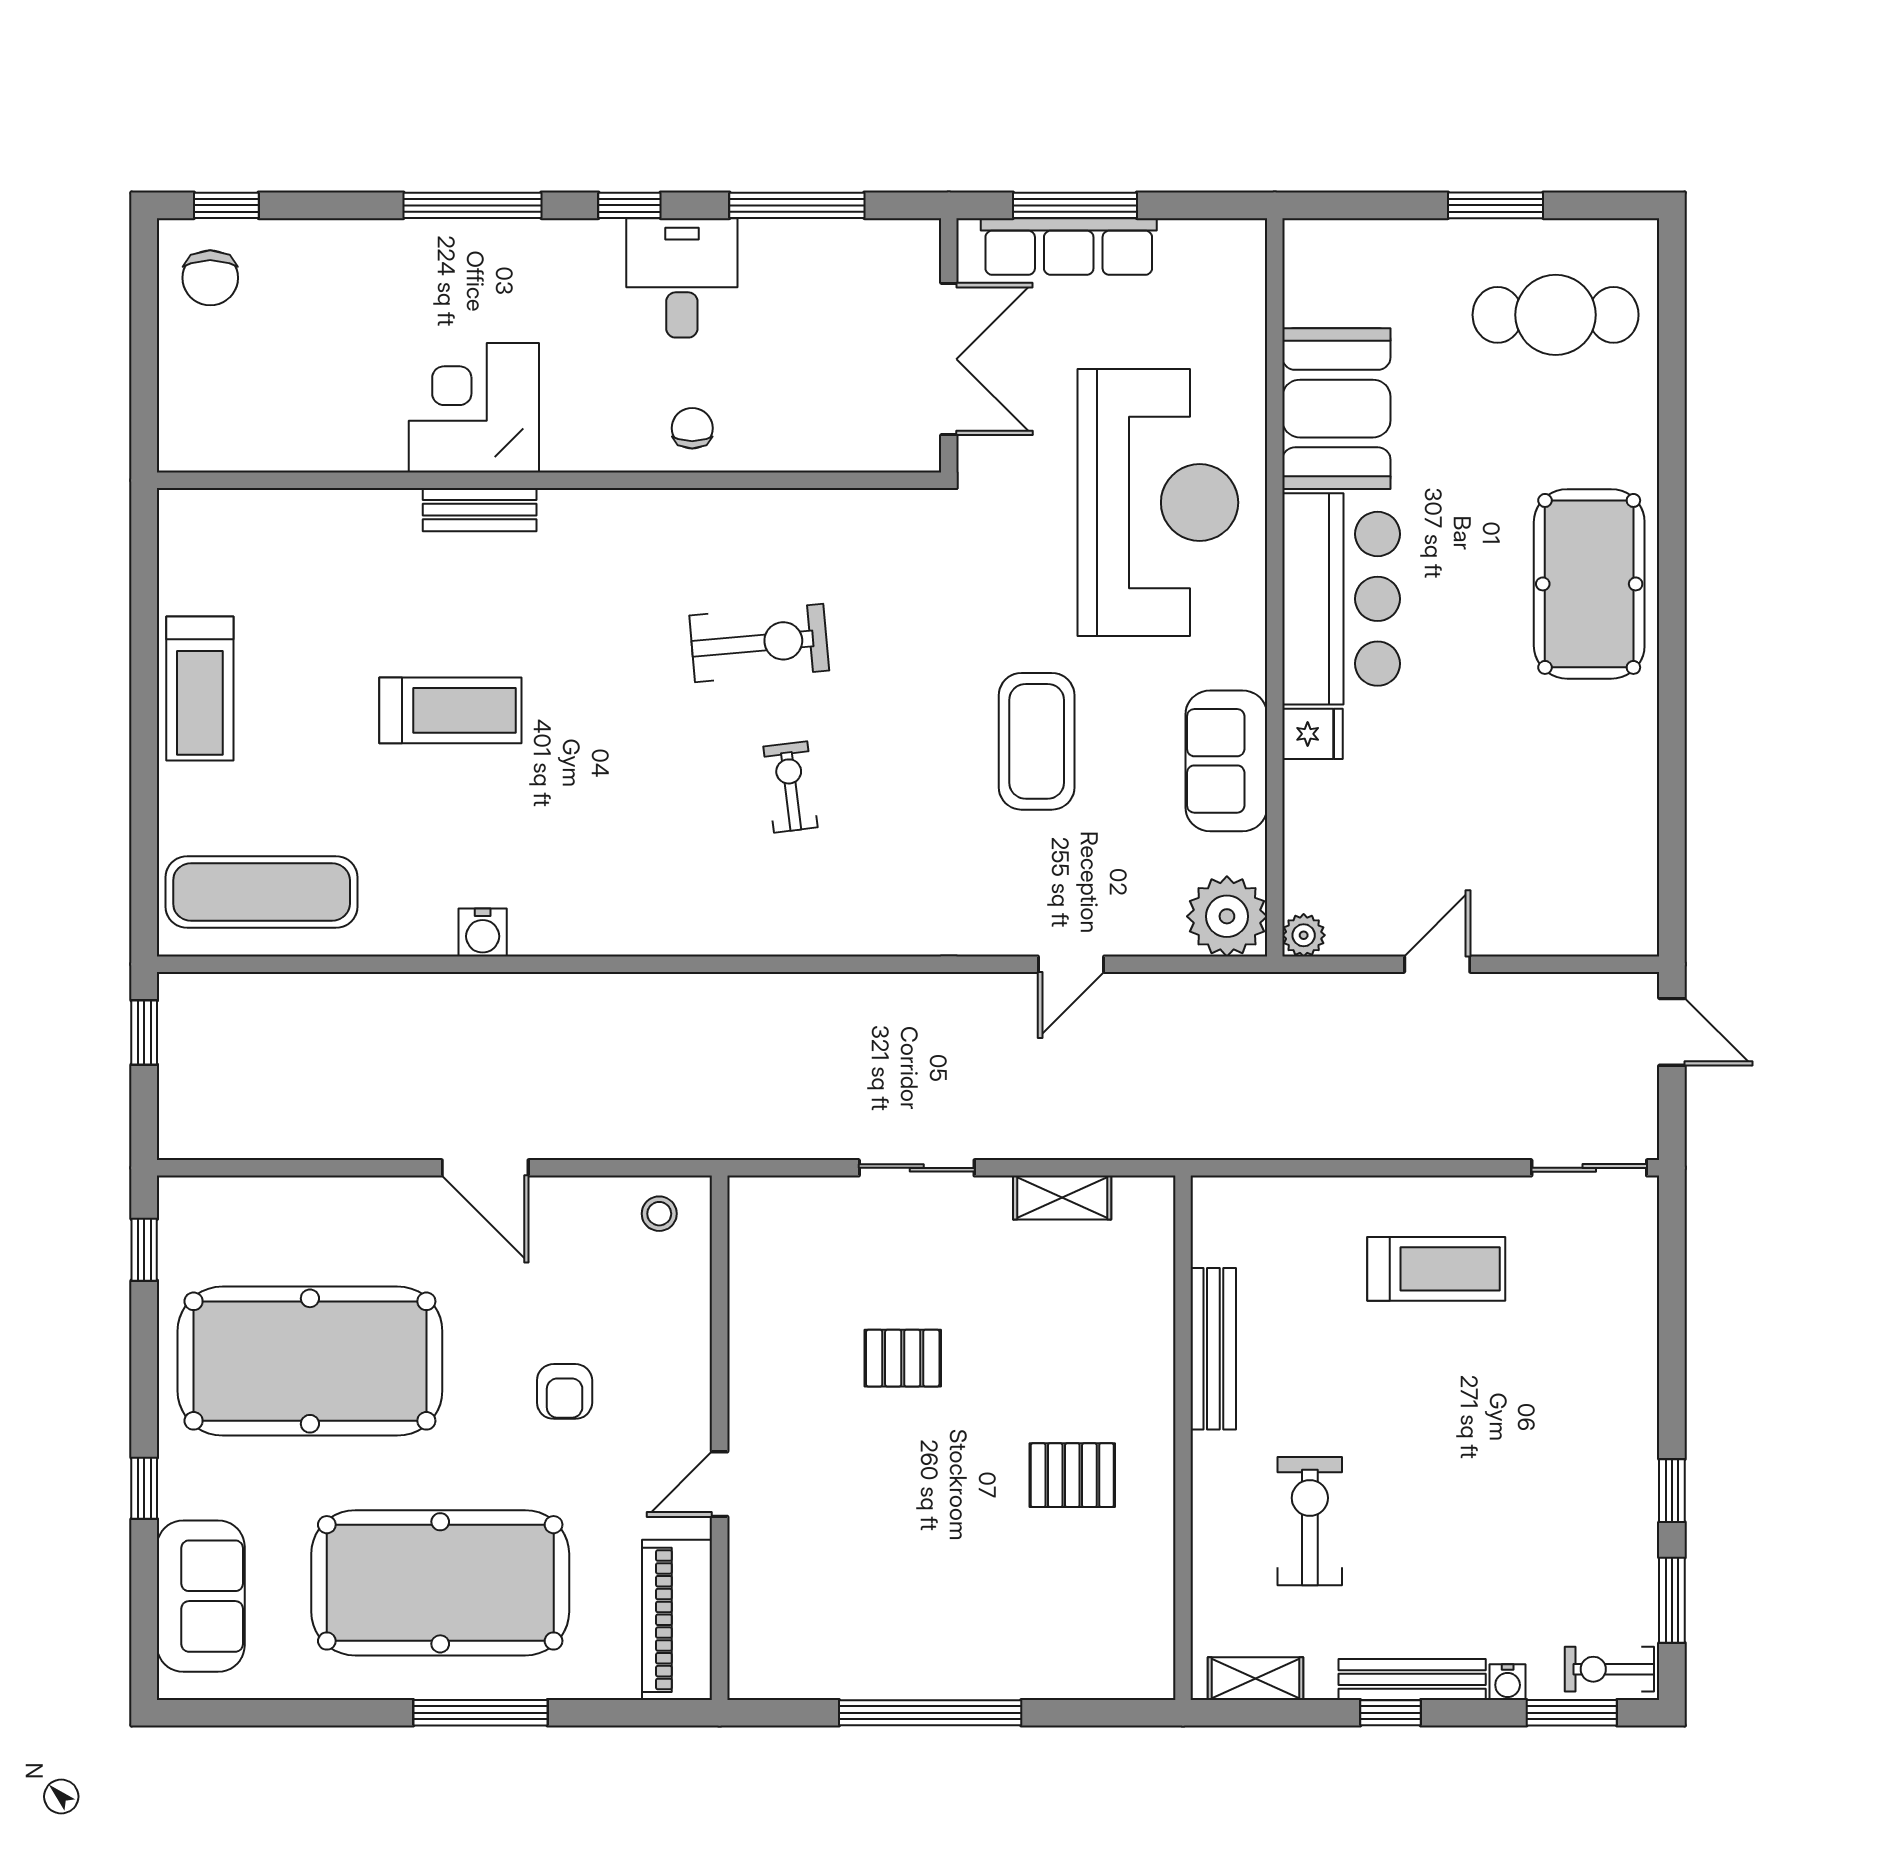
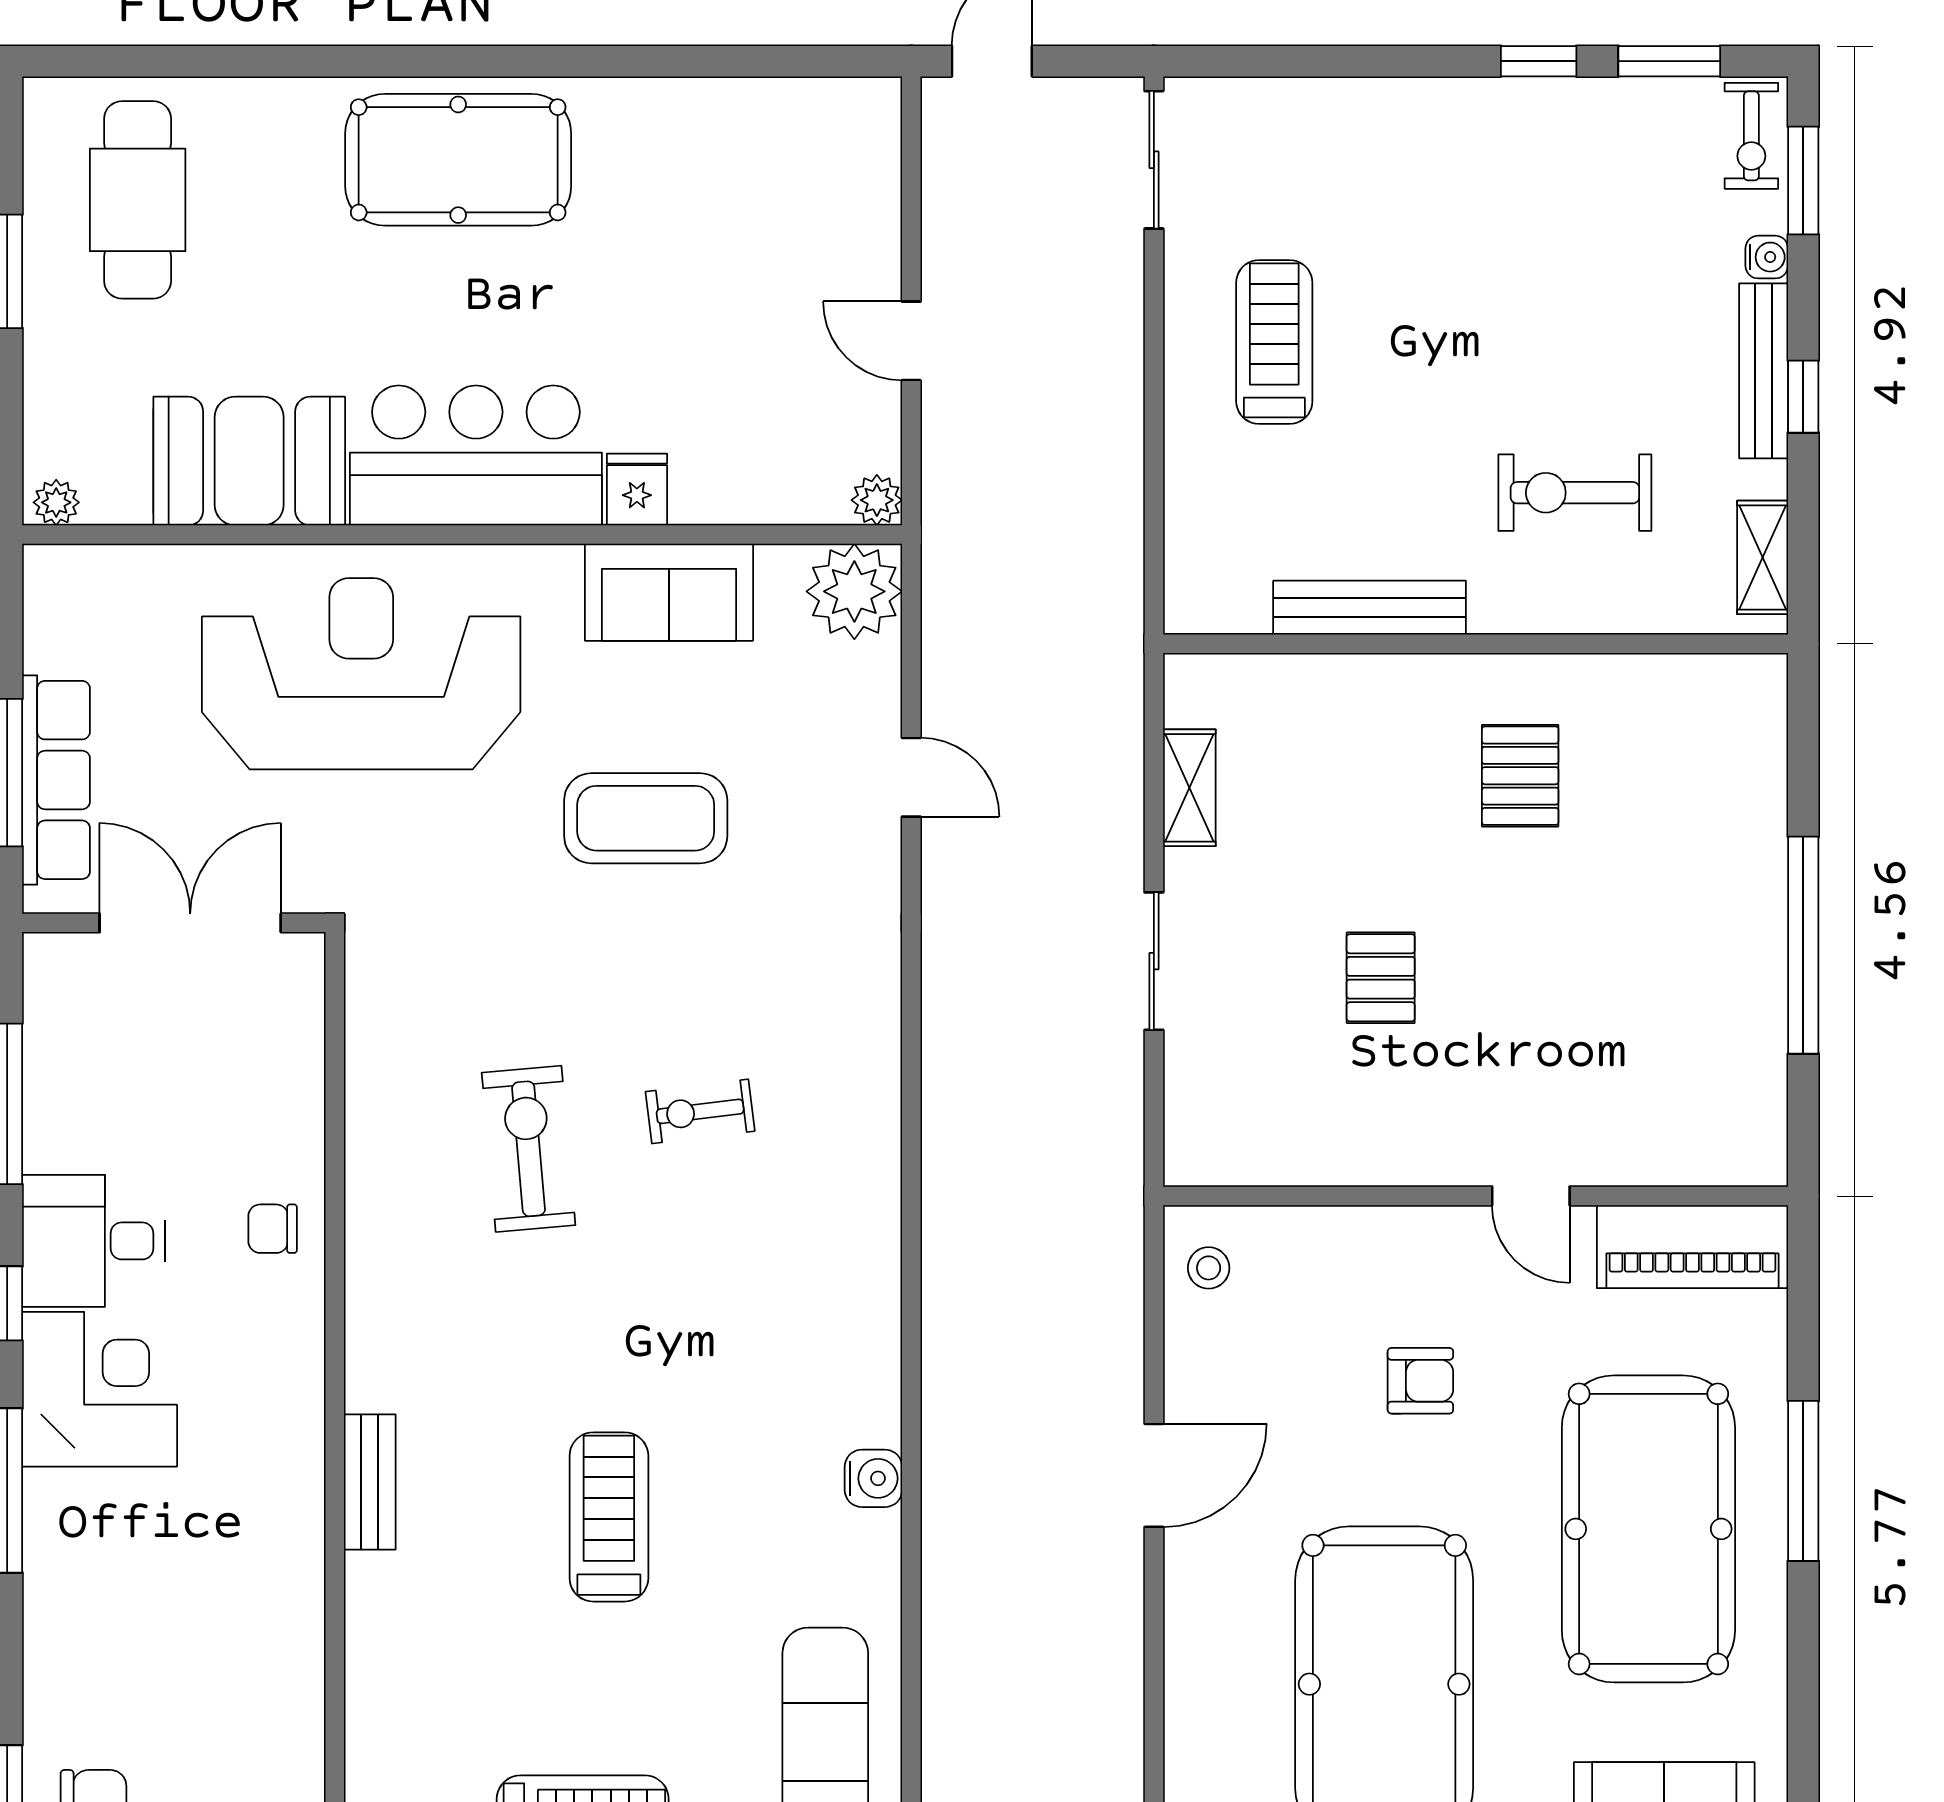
plant: (1302, 247) -> (56, 502), added
corner desk: (474, 408) -> (100, 1389), moved, turned 180

